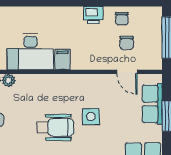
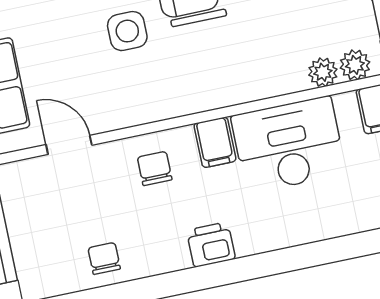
printer: (93, 15) -> (211, 245), moved
chair: (127, 43) -> (155, 168), moved

